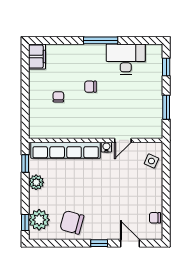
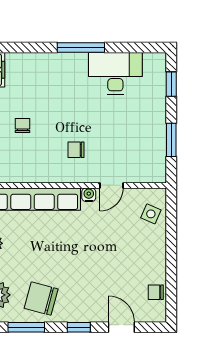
chair: (90, 87) -> (76, 150), moved
window: (61, 243) -> (26, 327), added

